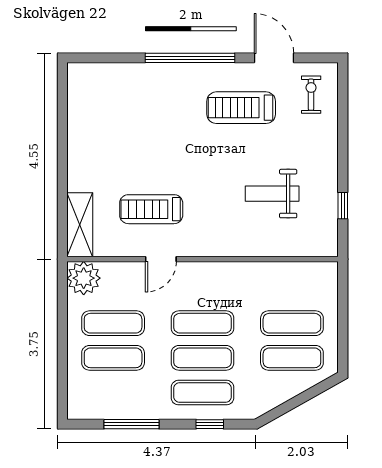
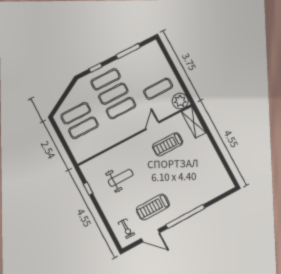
treadmill: (241, 108) -> (153, 207), turned 180
treadmill: (151, 209) -> (168, 144), turned 180
exercise mat: (113, 358) -> (150, 74), removed

